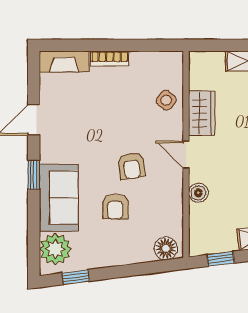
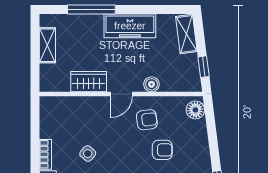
side table: (166, 100) -> (88, 154), moved
armchair: (131, 166) -> (147, 120), moved

